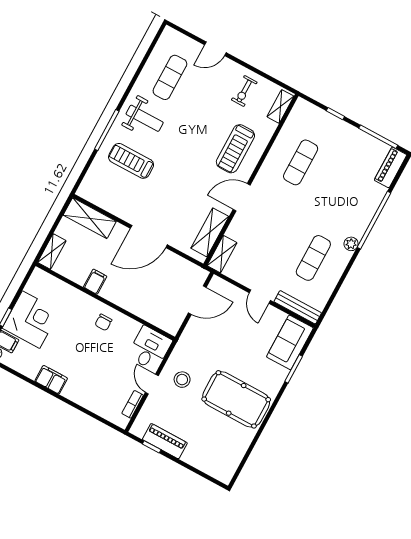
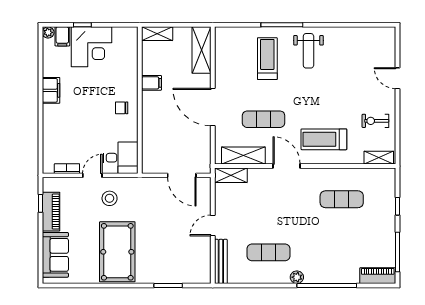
exercise mat: (170, 77) -> (264, 119), moved
sofa: (290, 342) -> (55, 255), moved, turned 90

